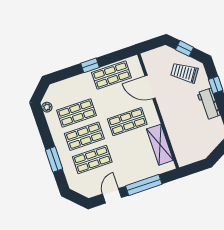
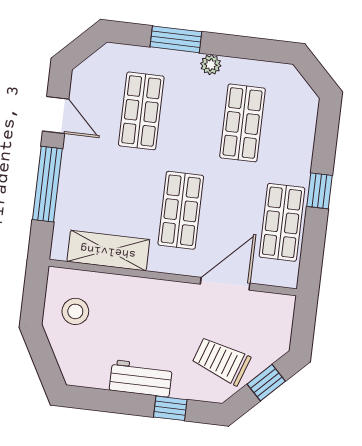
trolley: (184, 73) -> (221, 361), turned -105
plant: (47, 107) -> (211, 65), moved
shop shelf: (84, 136) -> (192, 117), removed
stool: (193, 146) -> (75, 311), added

